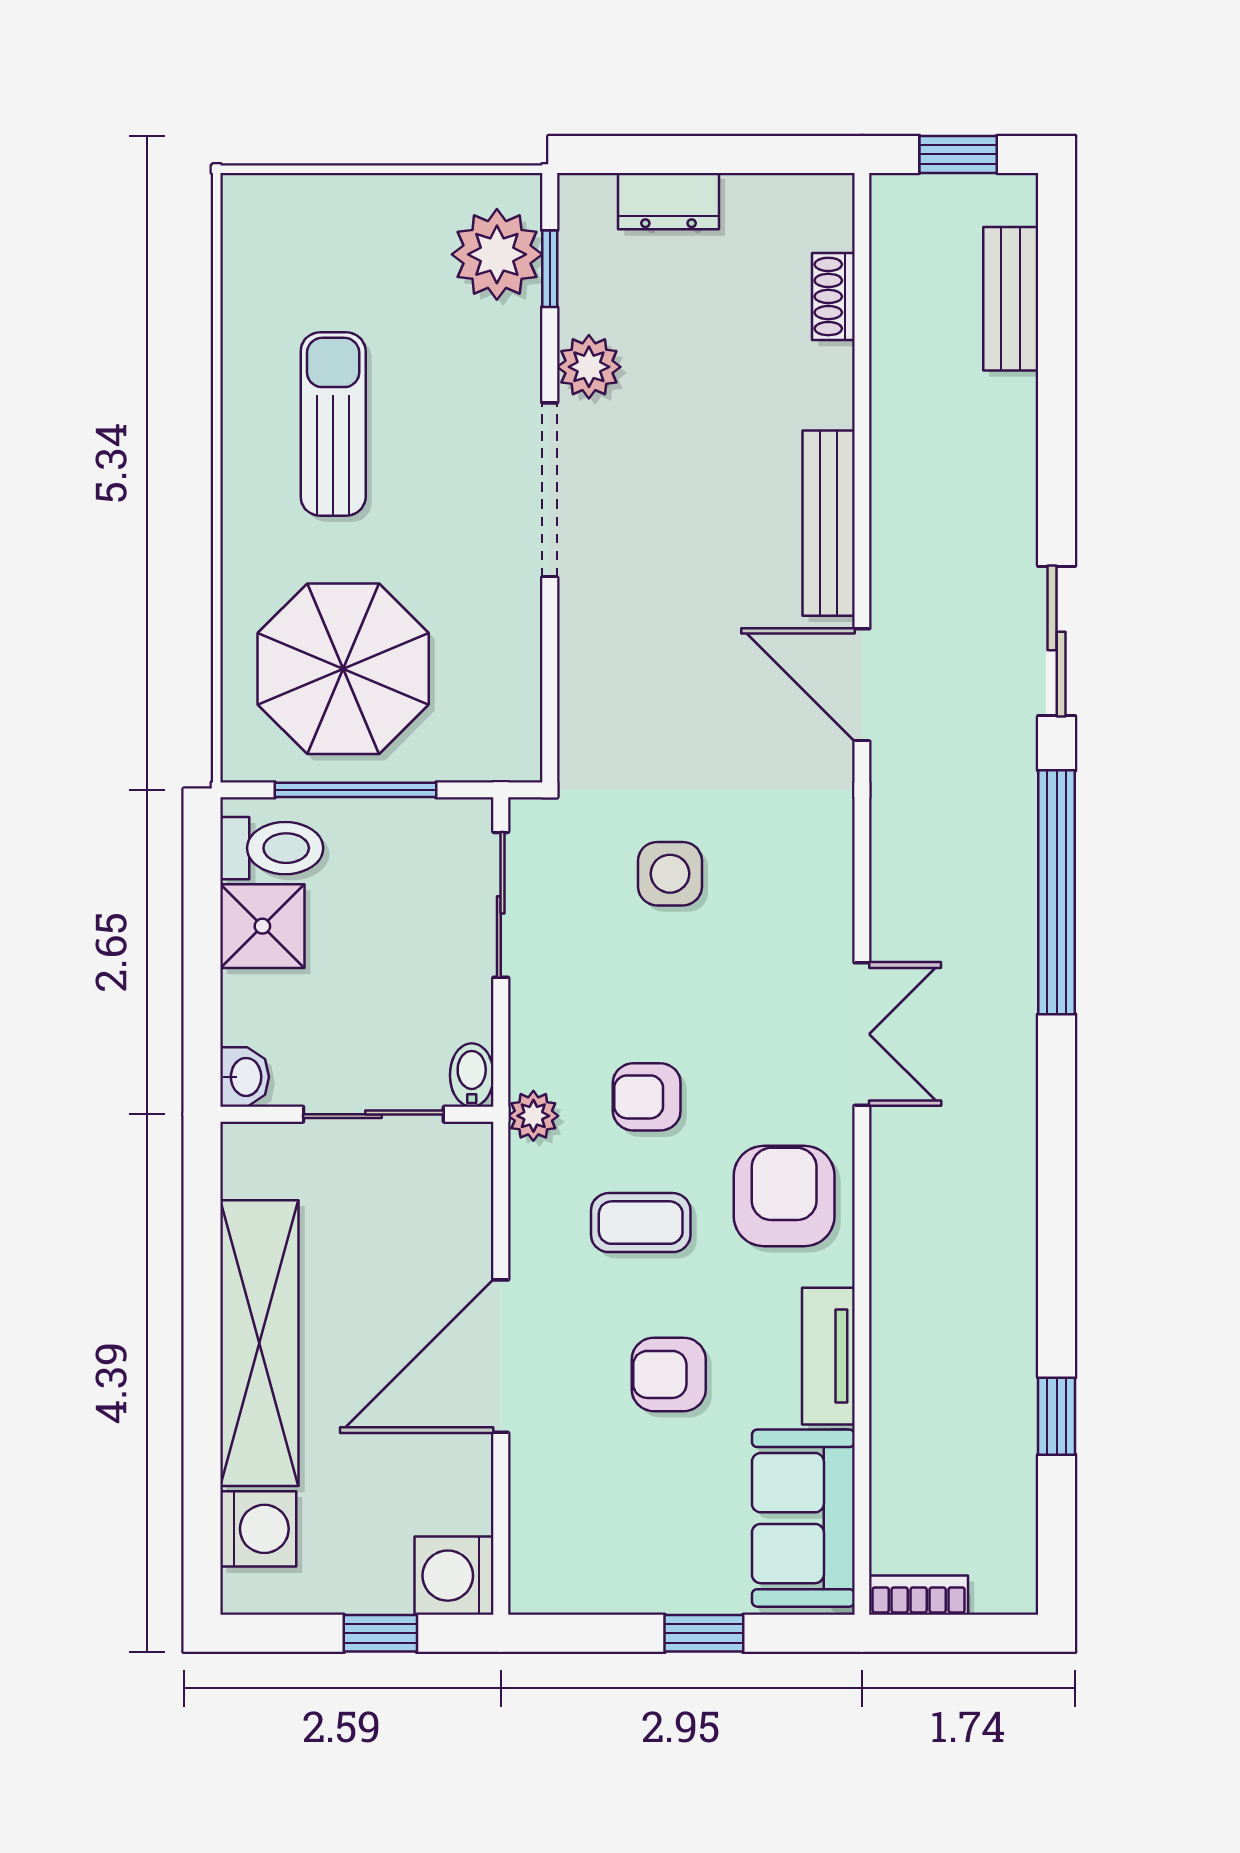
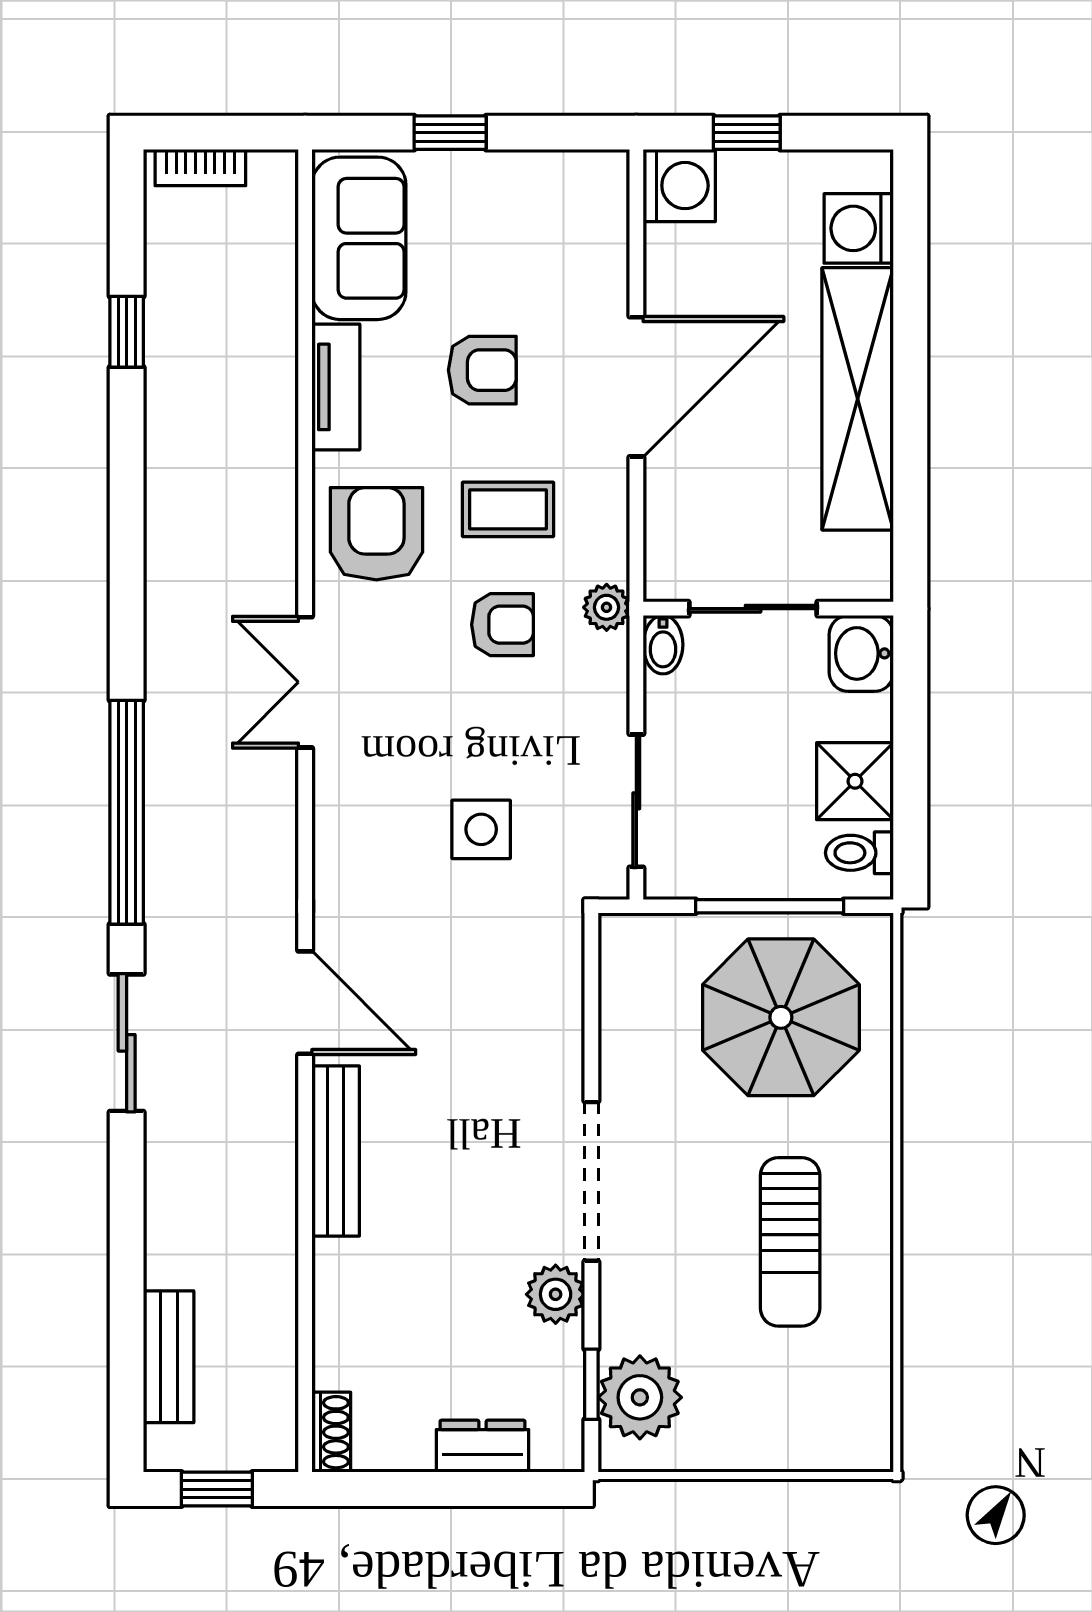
shoe rack: (833, 296) -> (331, 1432), moved
toilet: (272, 848) -> (859, 853), width x0.73, depth x0.72
washbasin: (245, 1077) -> (861, 653), width x1.38, depth x1.45
armchair: (784, 1196) -> (376, 534), turned 180
bookcase: (919, 1595) -> (200, 168), moved

